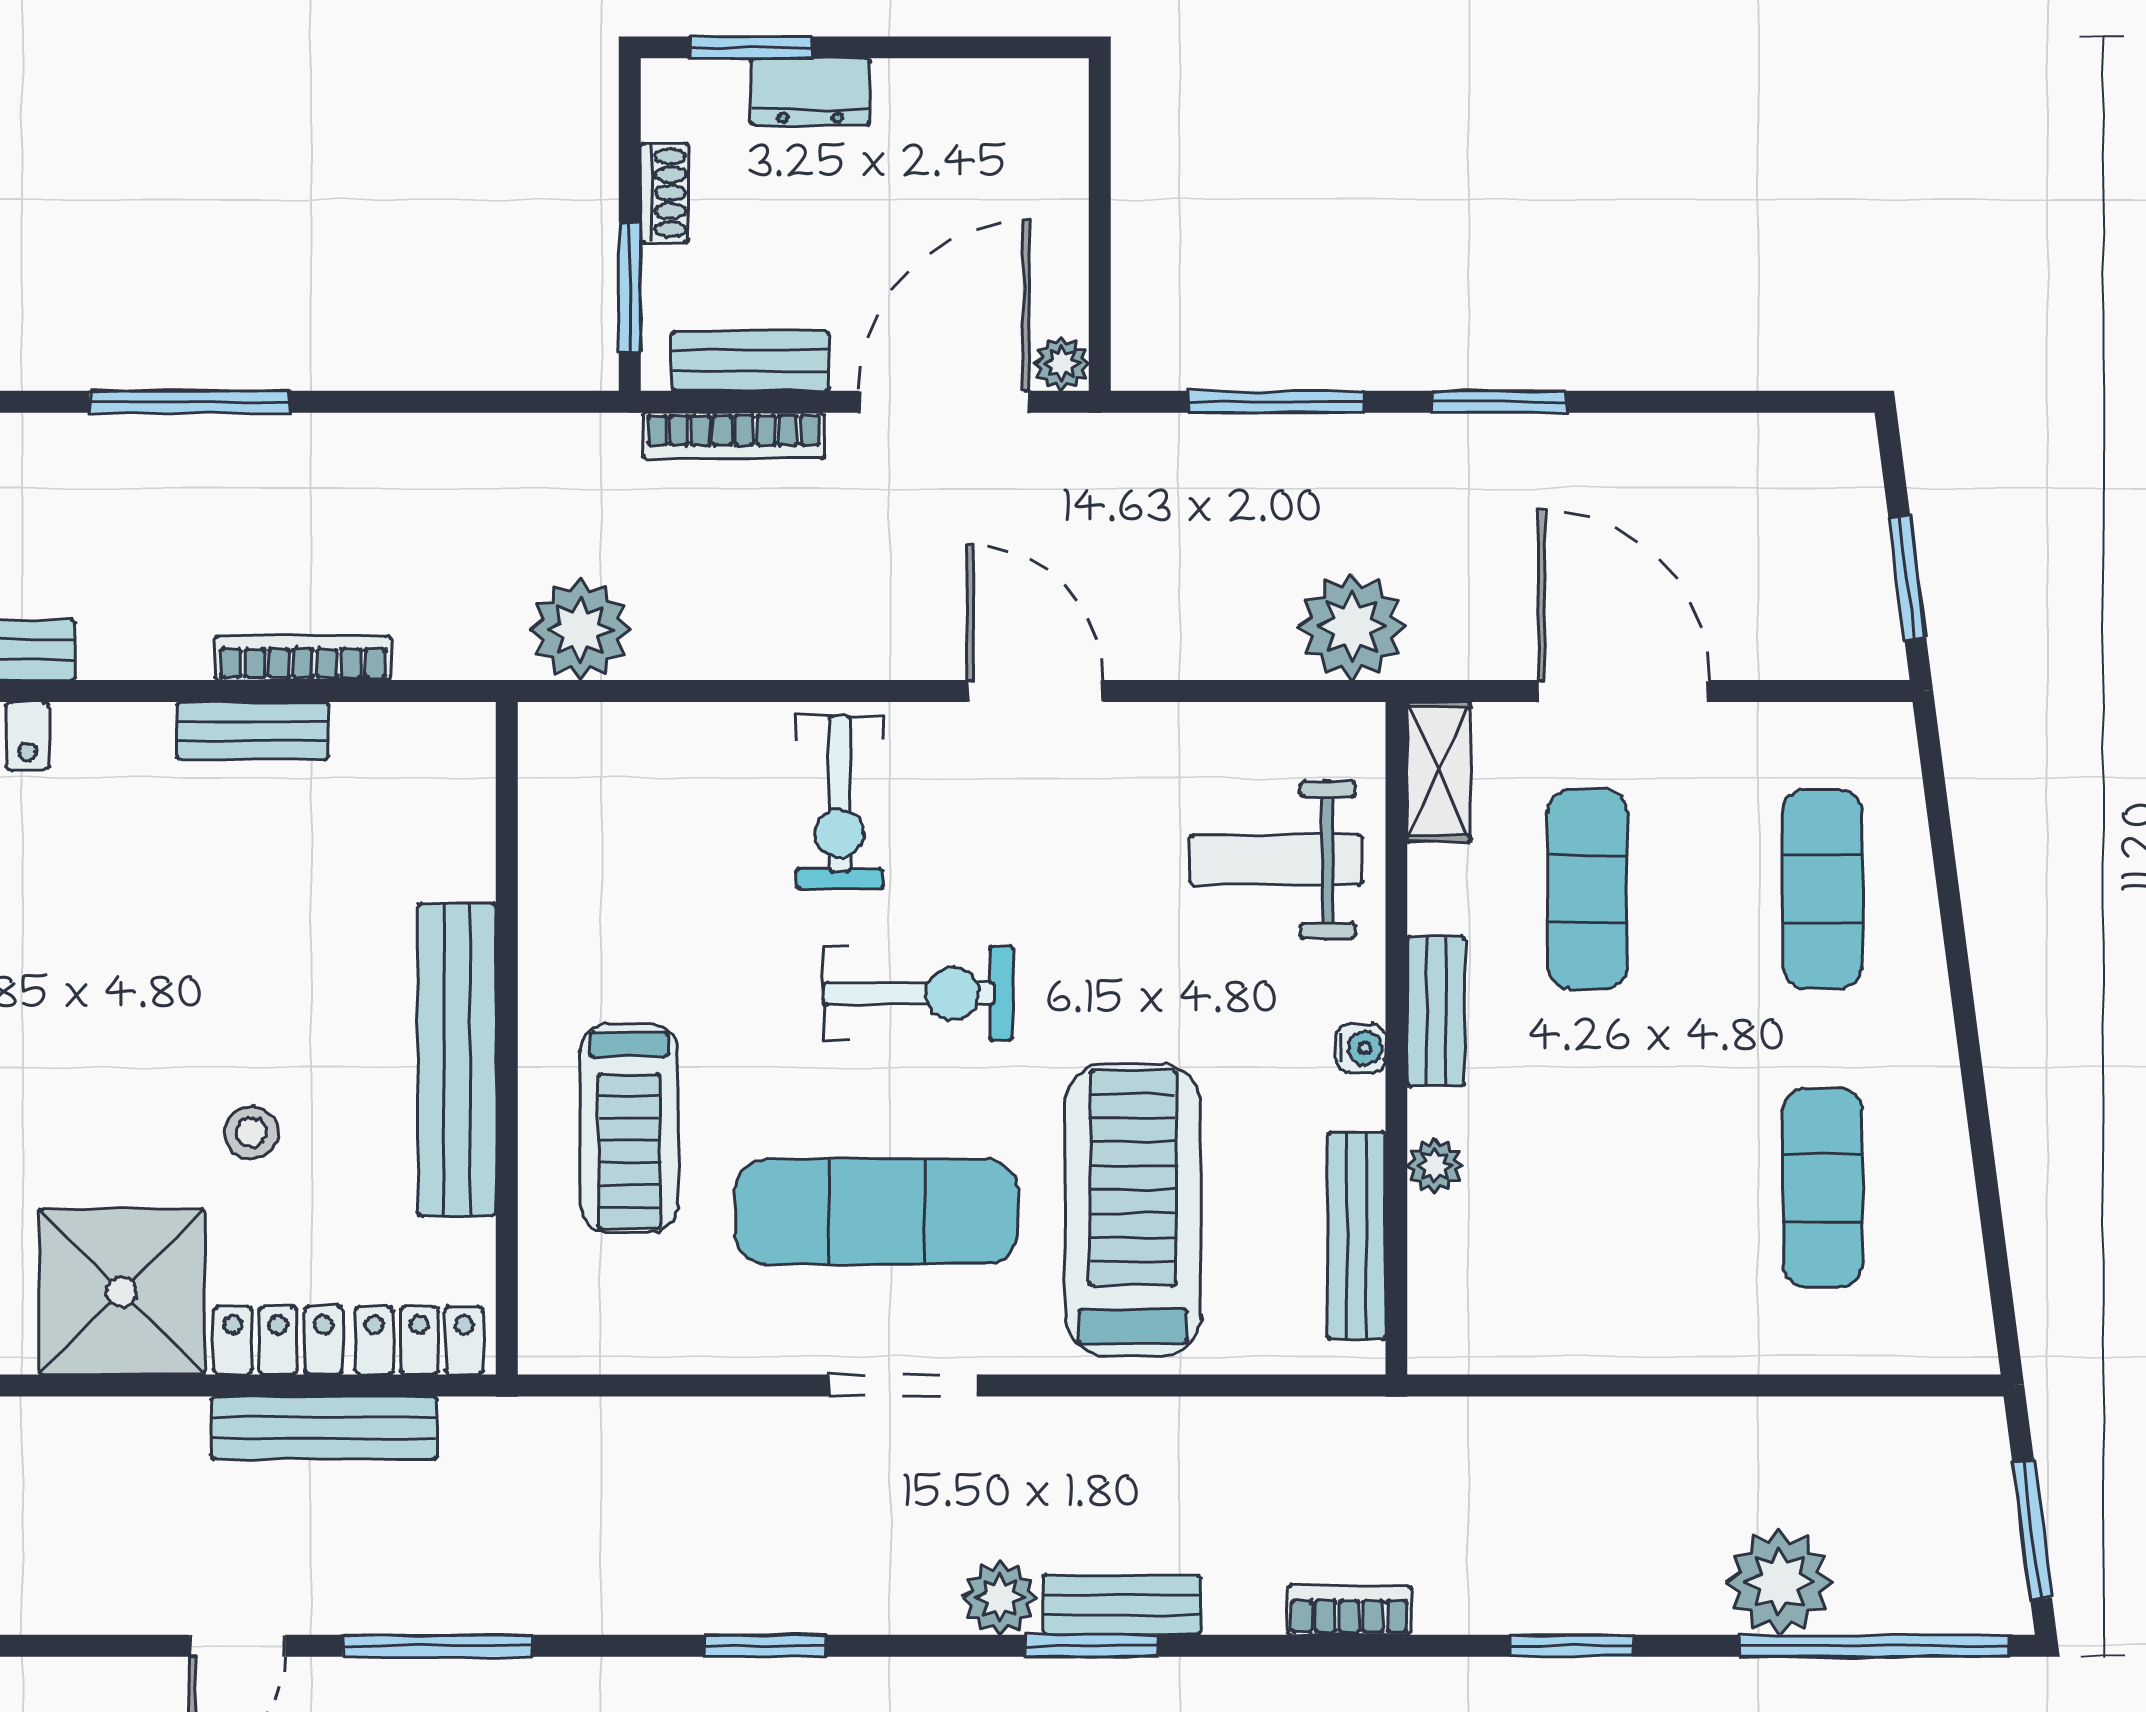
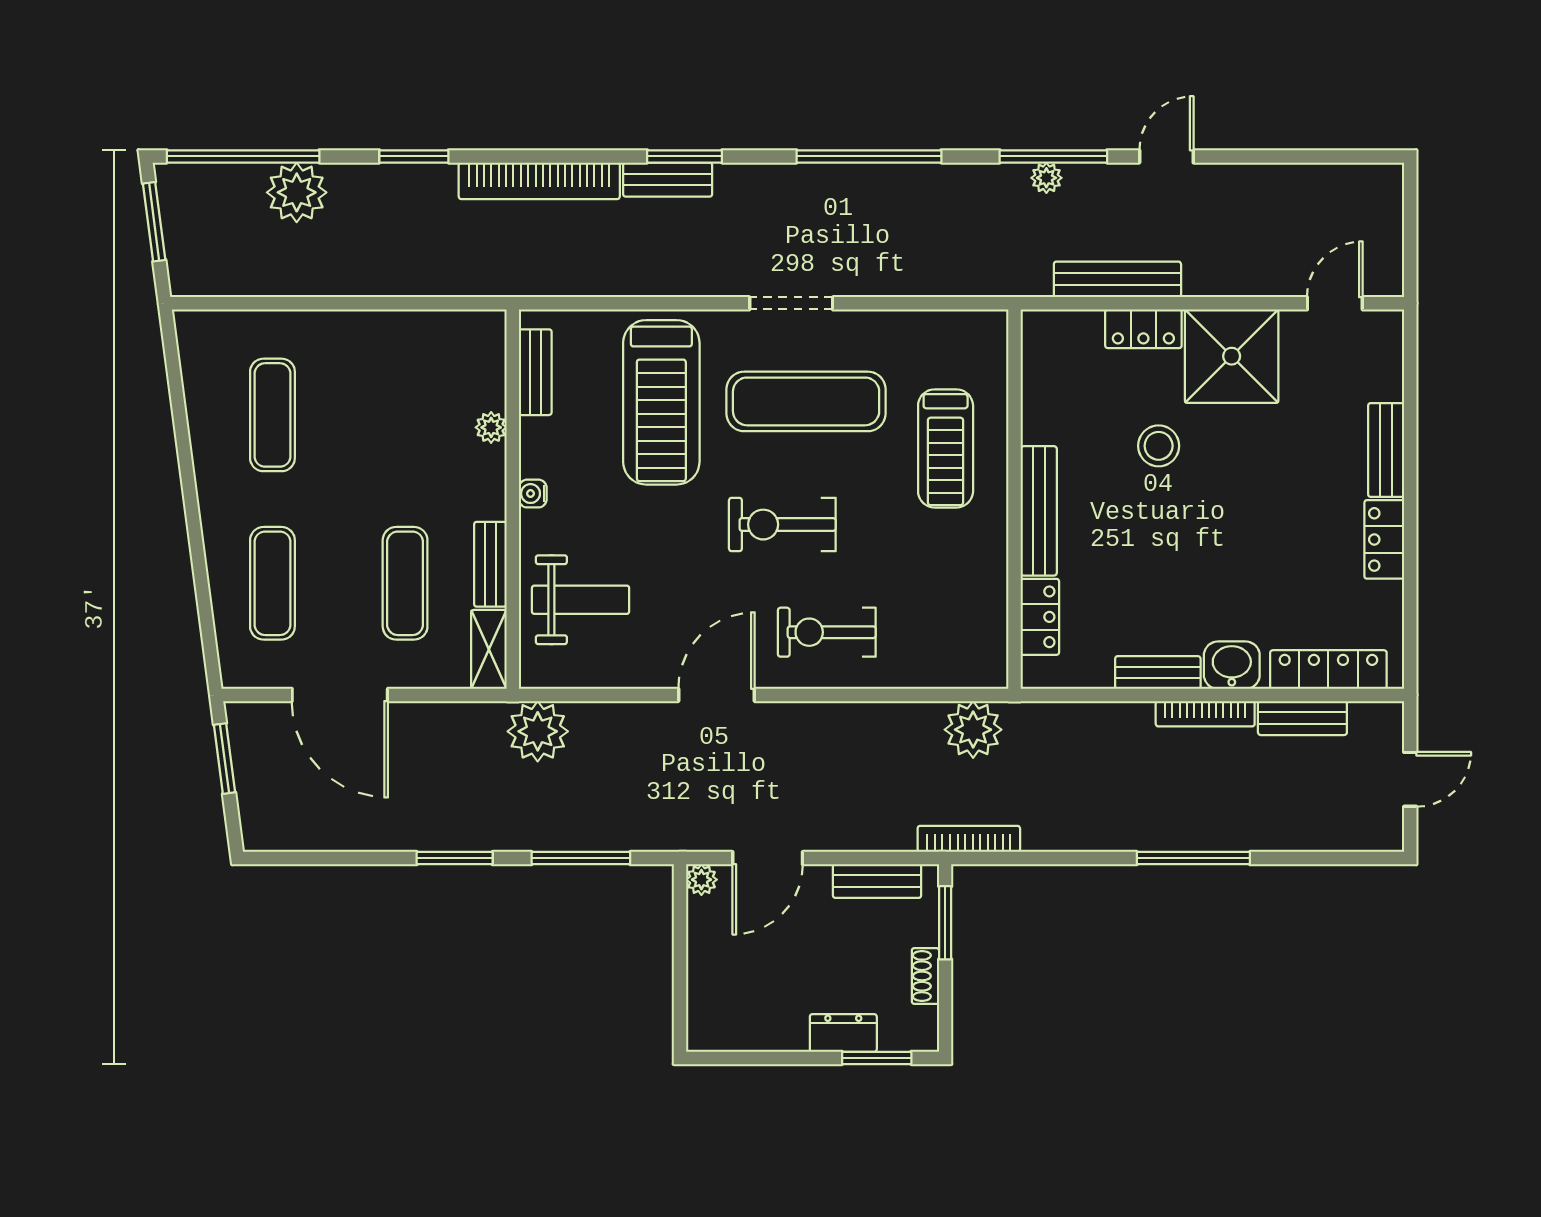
door: (944, 402) -> (768, 858), width x0.73
bookcase: (734, 436) -> (969, 839), moved
bookcase: (303, 658) -> (1205, 714), moved
door: (1035, 691) -> (717, 695), swing flipped
door: (1623, 691) -> (340, 695), moved
washbasin: (121, 744) -> (1232, 665), added
exercise bike: (839, 802) -> (827, 632), turned -90
bench: (1436, 1011) -> (490, 564), moved
bench: (457, 1059) -> (1039, 511), width x0.73, depth x0.82
treadmill: (629, 1128) -> (946, 448), turned 180
stool: (251, 1133) -> (1159, 446), width x1.37, depth x1.37
bench: (1357, 1236) -> (535, 372), width x0.73
locker: (419, 1341) -> (1040, 617), moved, turned -90
plant: (1000, 1598) -> (1046, 178), moved, width x0.73, depth x0.73
bookcase: (1349, 1610) -> (539, 181), width x2.31, depth x1.31
window: (765, 1646) -> (869, 156), width x2.11

